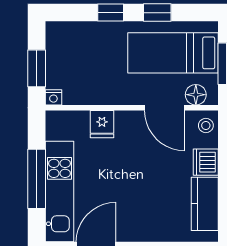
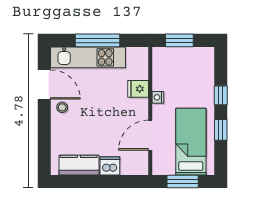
floor lamp: (196, 95) -> (160, 158), removed
nightstand: (53, 97) -> (158, 97), moved
stool: (206, 125) -> (62, 107), moved

